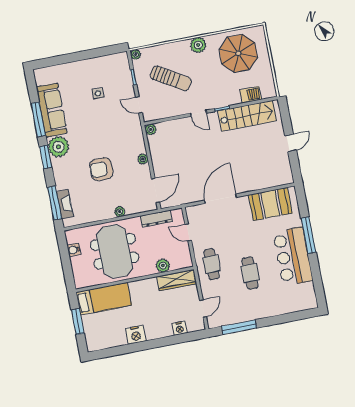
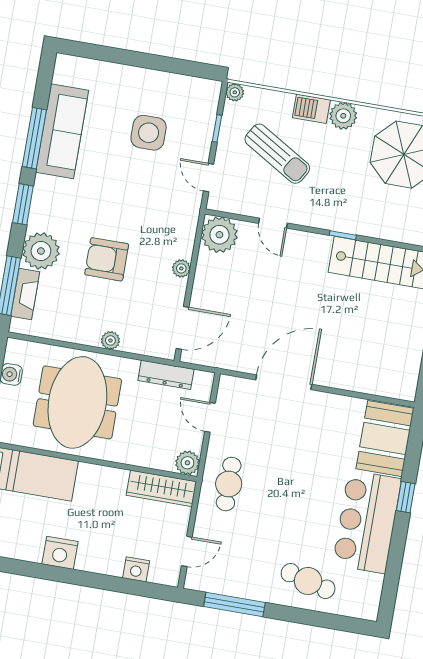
side table: (98, 93) -> (149, 133), width x1.87, depth x1.87
barbecue: (251, 95) -> (311, 109), moved, turned 180
door: (198, 113) -> (273, 223), moved
plant: (151, 129) -> (219, 235), width x1.88, depth x1.88
plant: (59, 147) -> (41, 251), moved
booth: (270, 204) -> (385, 439), moved, turned 90
window: (308, 235) -> (406, 497), width x0.46
plant: (163, 266) -> (187, 463), moved
cafe table: (250, 273) -> (308, 581), moved, turned -75

